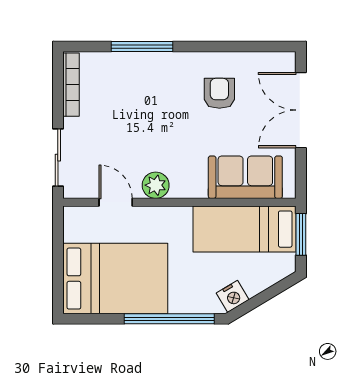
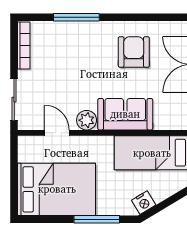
armchair: (219, 93) -> (134, 52), width x1.38, depth x1.38
sofa: (245, 177) -> (125, 114), moved
window: (169, 319) -> (97, 219), width x0.68

